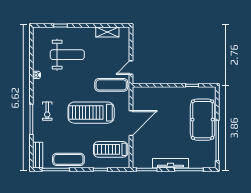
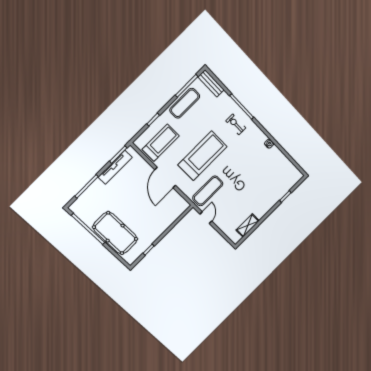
weight bench: (67, 55) -> (261, 181), removed
tv unit: (171, 163) -> (115, 167), moved

